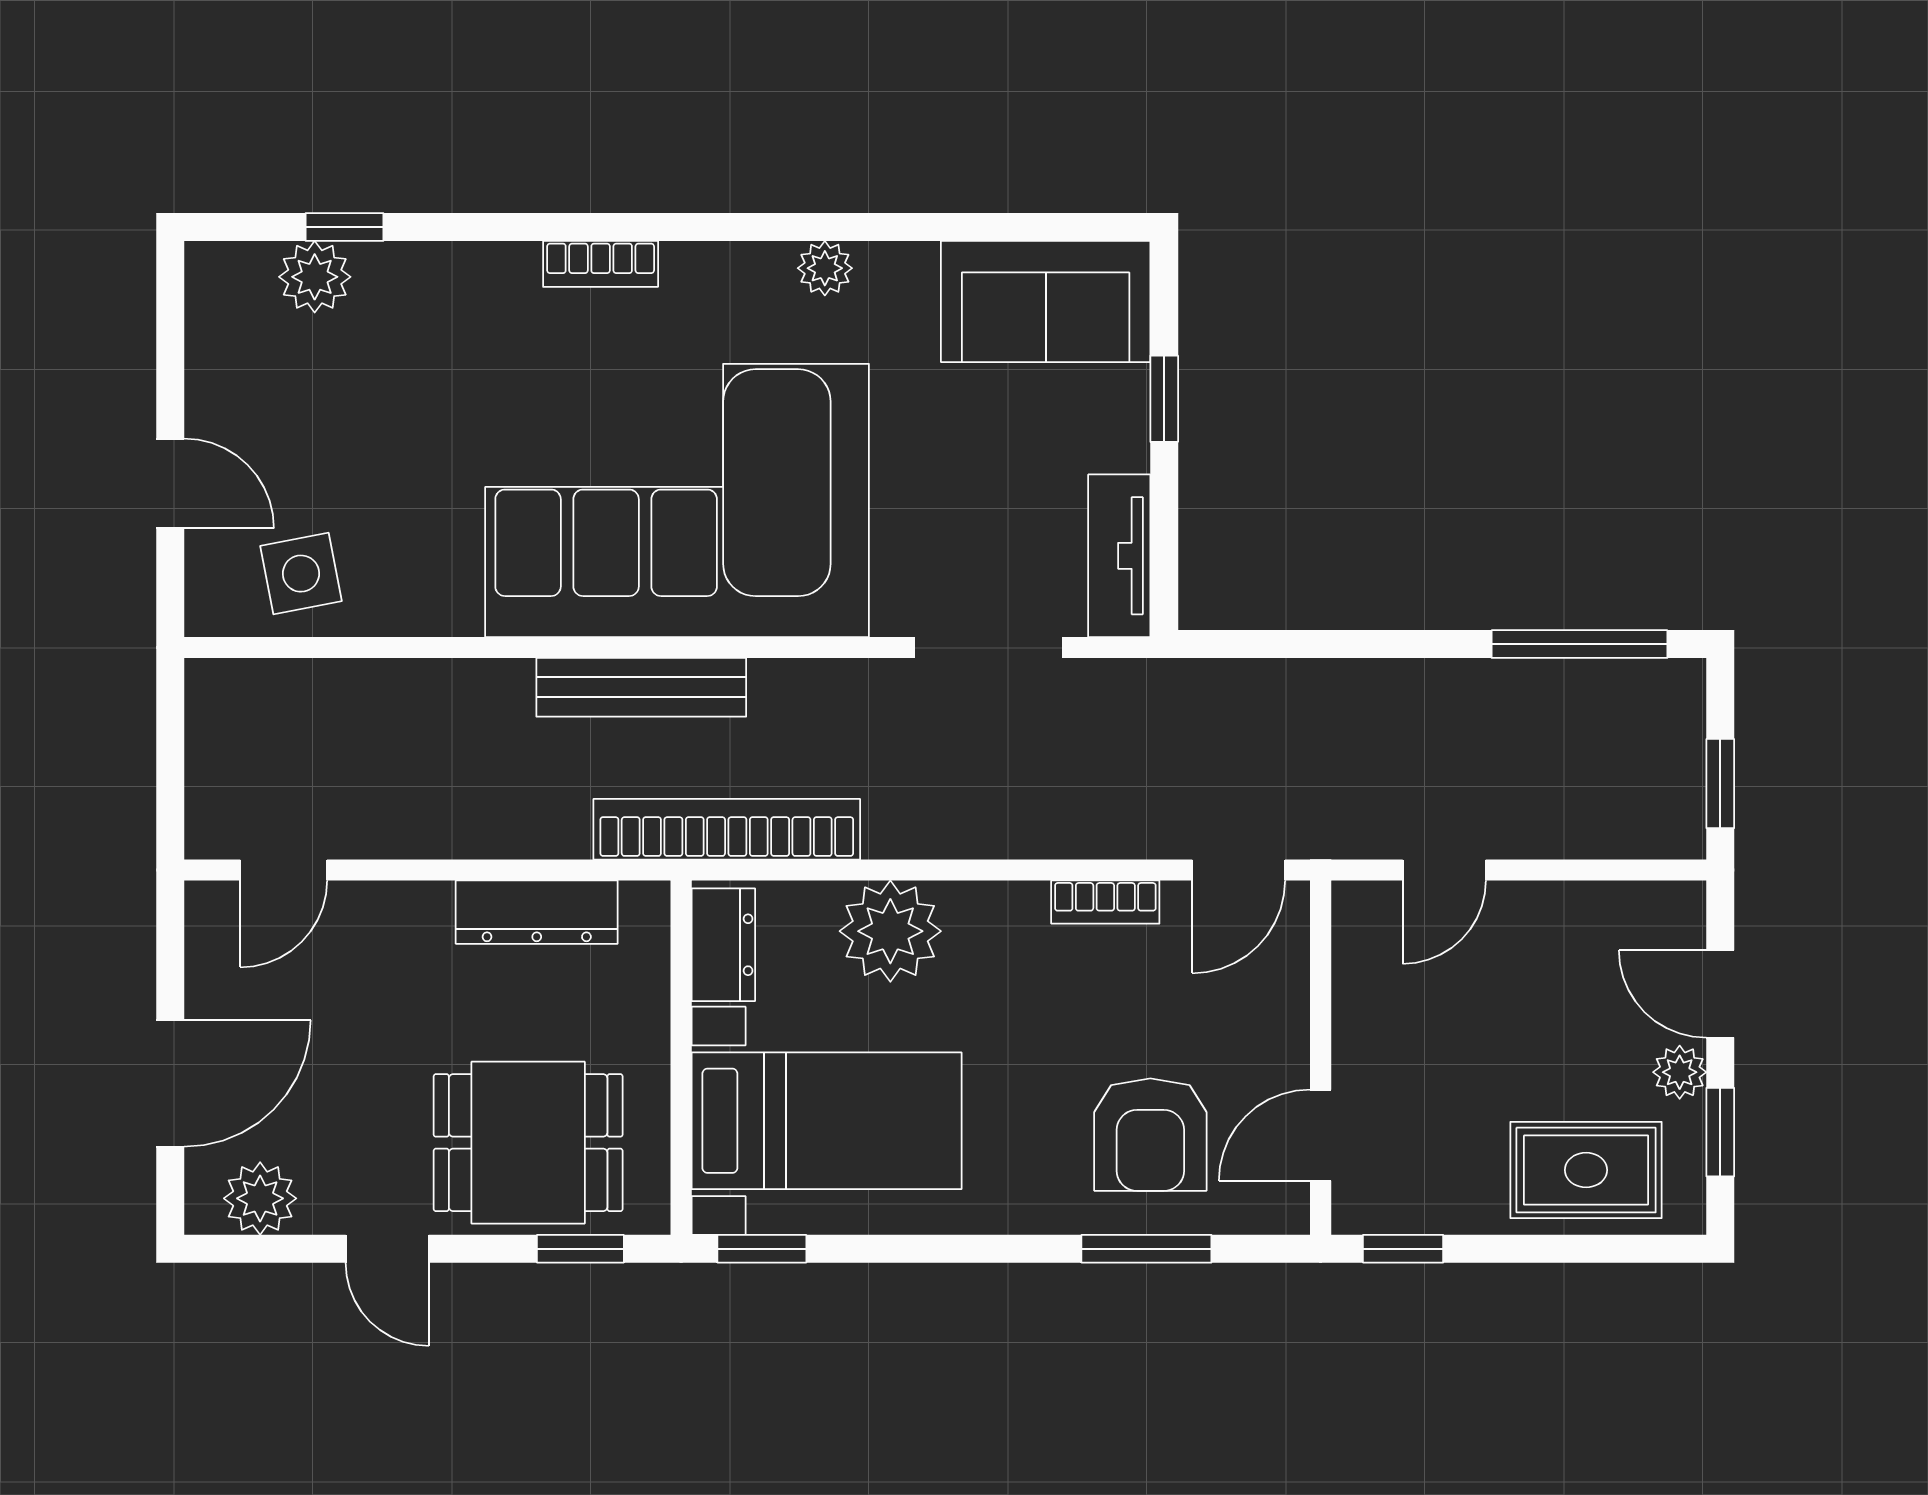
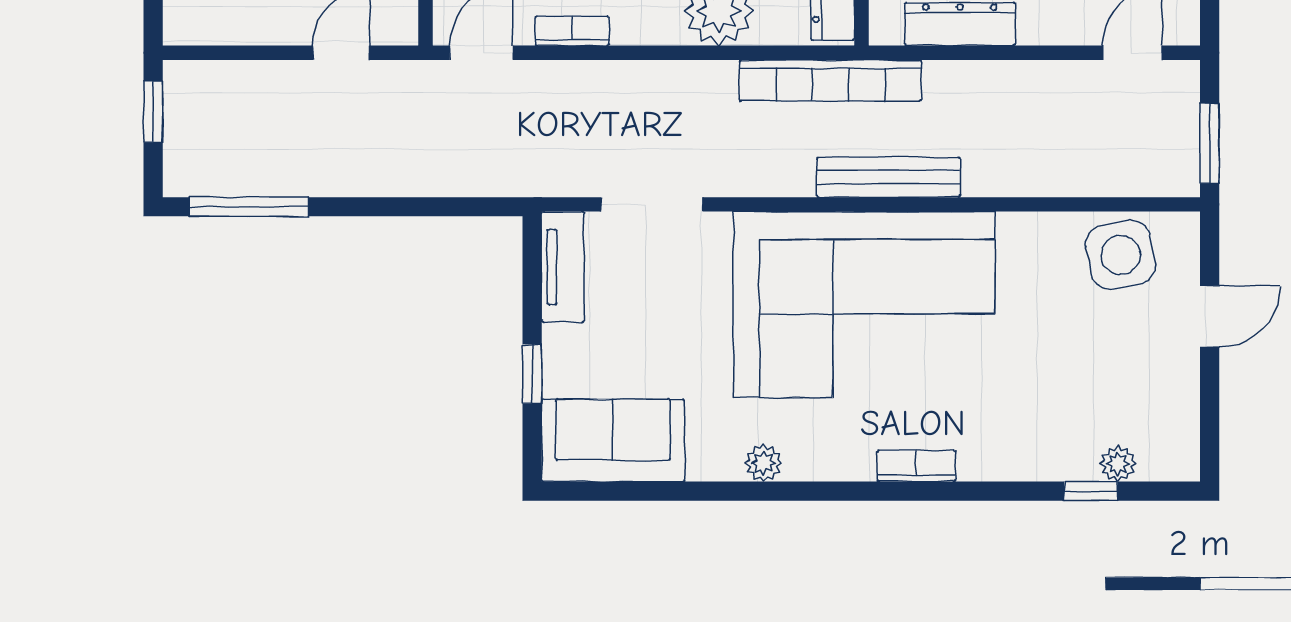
plant: (315, 277) -> (1118, 464), width x0.73, depth x0.73
door: (170, 484) -> (1210, 316), swing flipped
side table: (301, 574) -> (1121, 255), width x1.37, depth x1.37
window: (170, 737) -> (1210, 143), added

